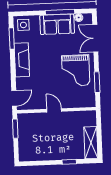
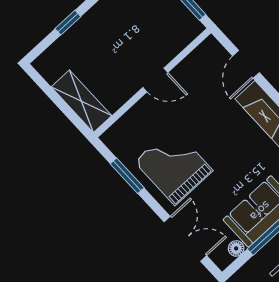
door: (14, 98) -> (246, 64), moved
shelving: (91, 143) -> (81, 101), moved

